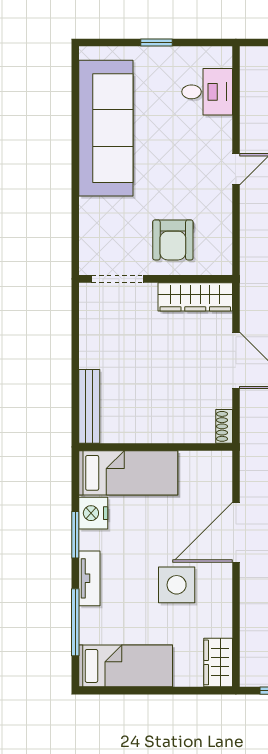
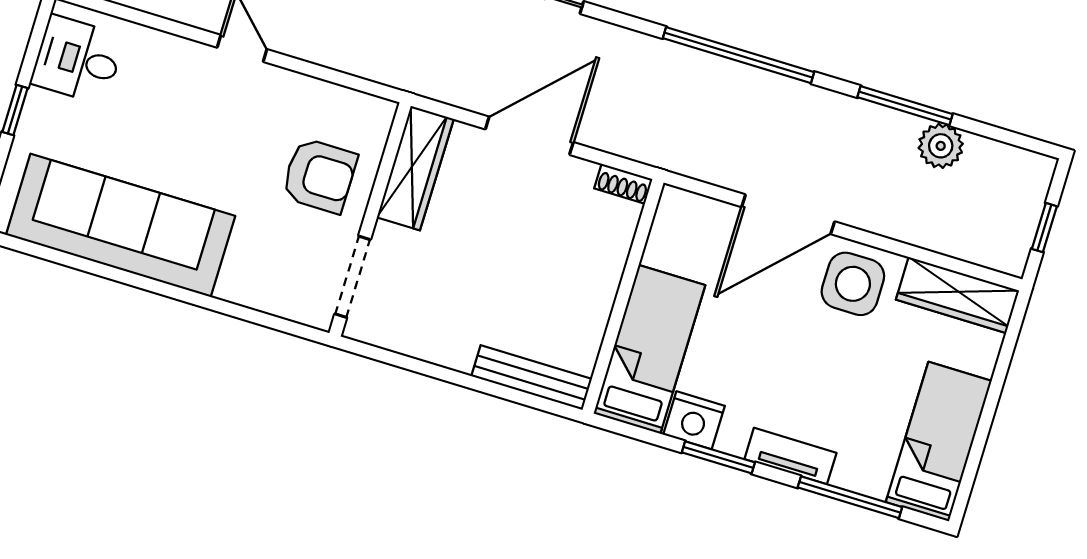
desk: (207, 92) -> (78, 60), moved, turned -90
door: (236, 532) -> (788, 214), hinge flipped
side table: (177, 585) -> (853, 284), moved
wardrobe: (218, 662) -> (957, 295), width x1.50

